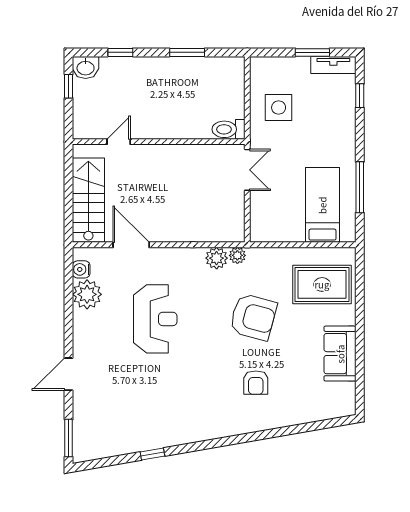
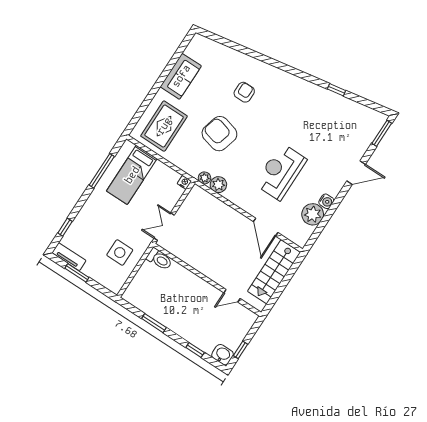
nightstand: (257, 235) -> (184, 182), added
water cooler: (81, 269) -> (326, 201), moved
rug: (322, 284) -> (164, 126), turned 90

